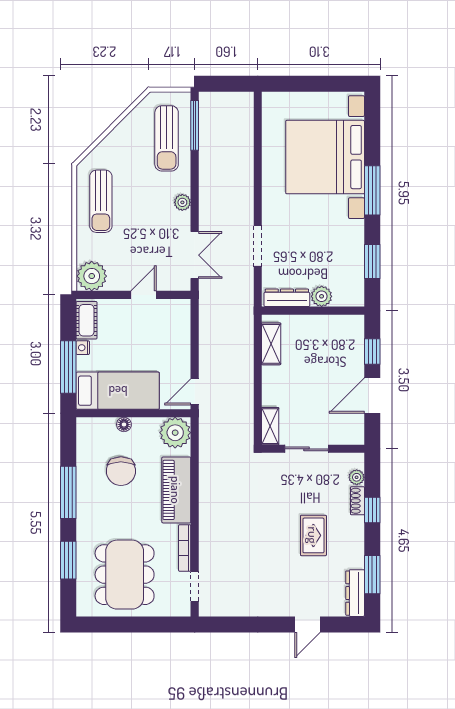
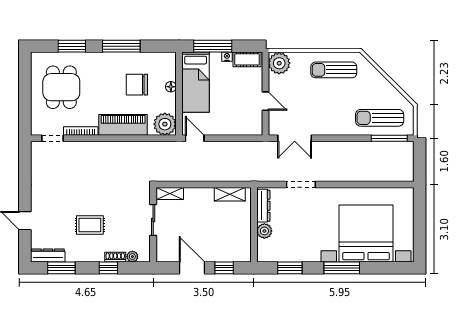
plant: (182, 202) -> (333, 129), removed
dining table: (125, 575) -> (61, 87), width x0.73

